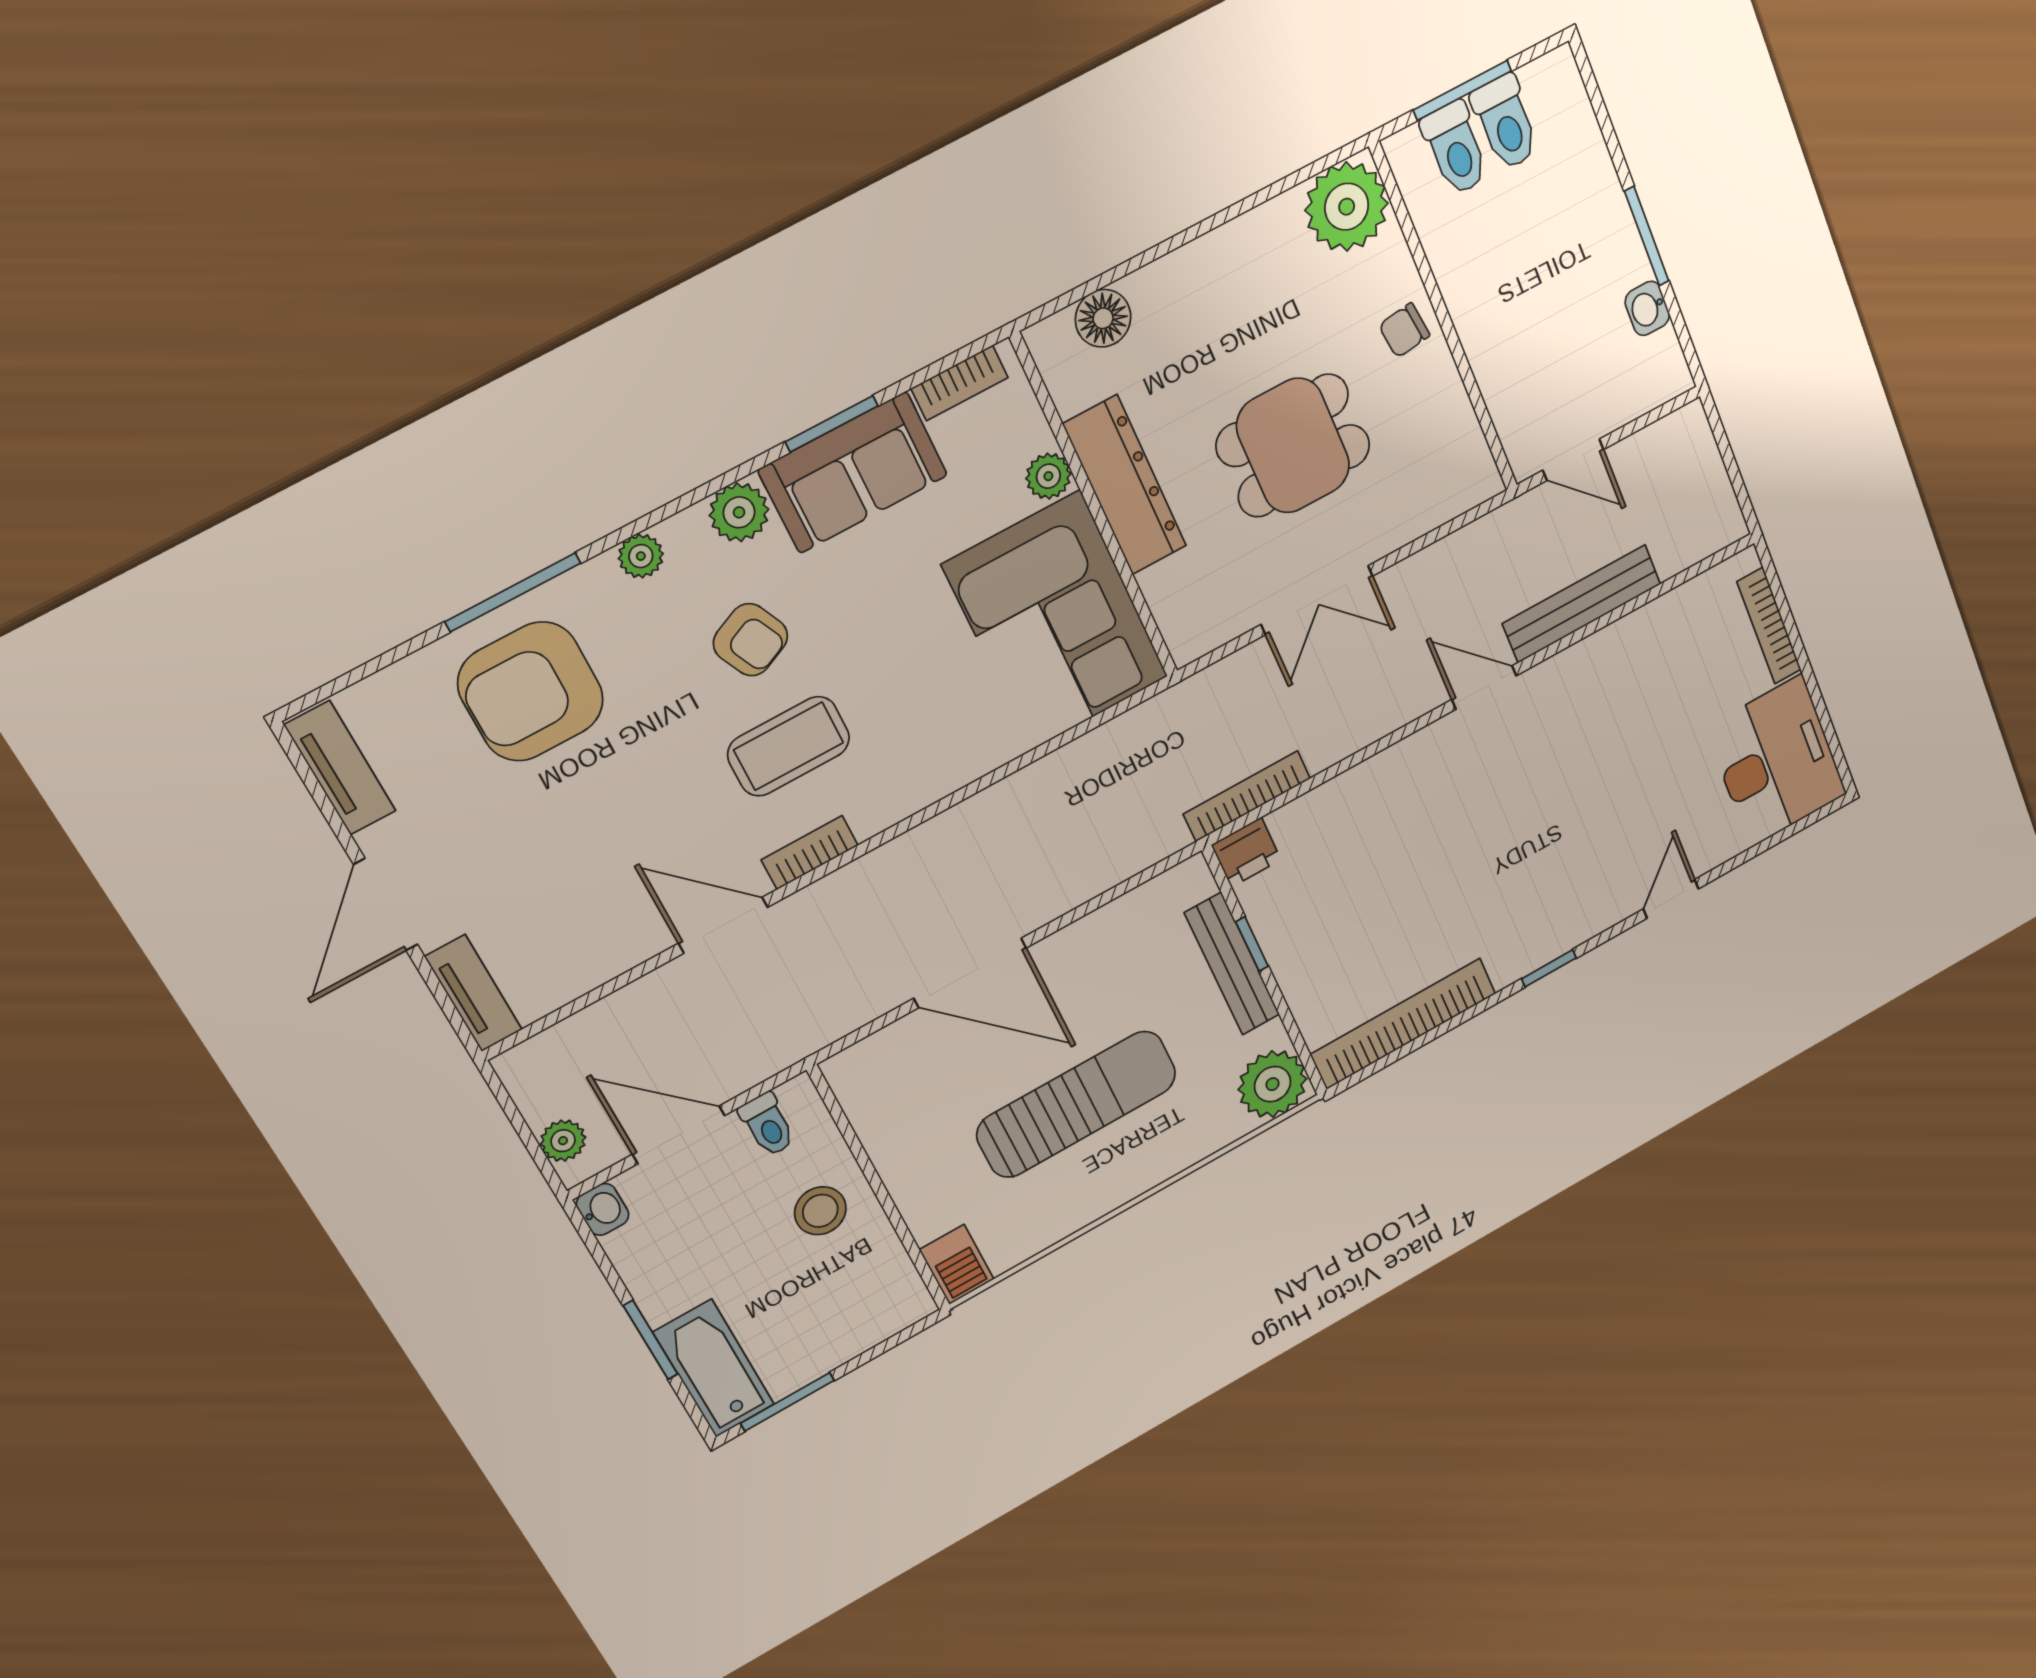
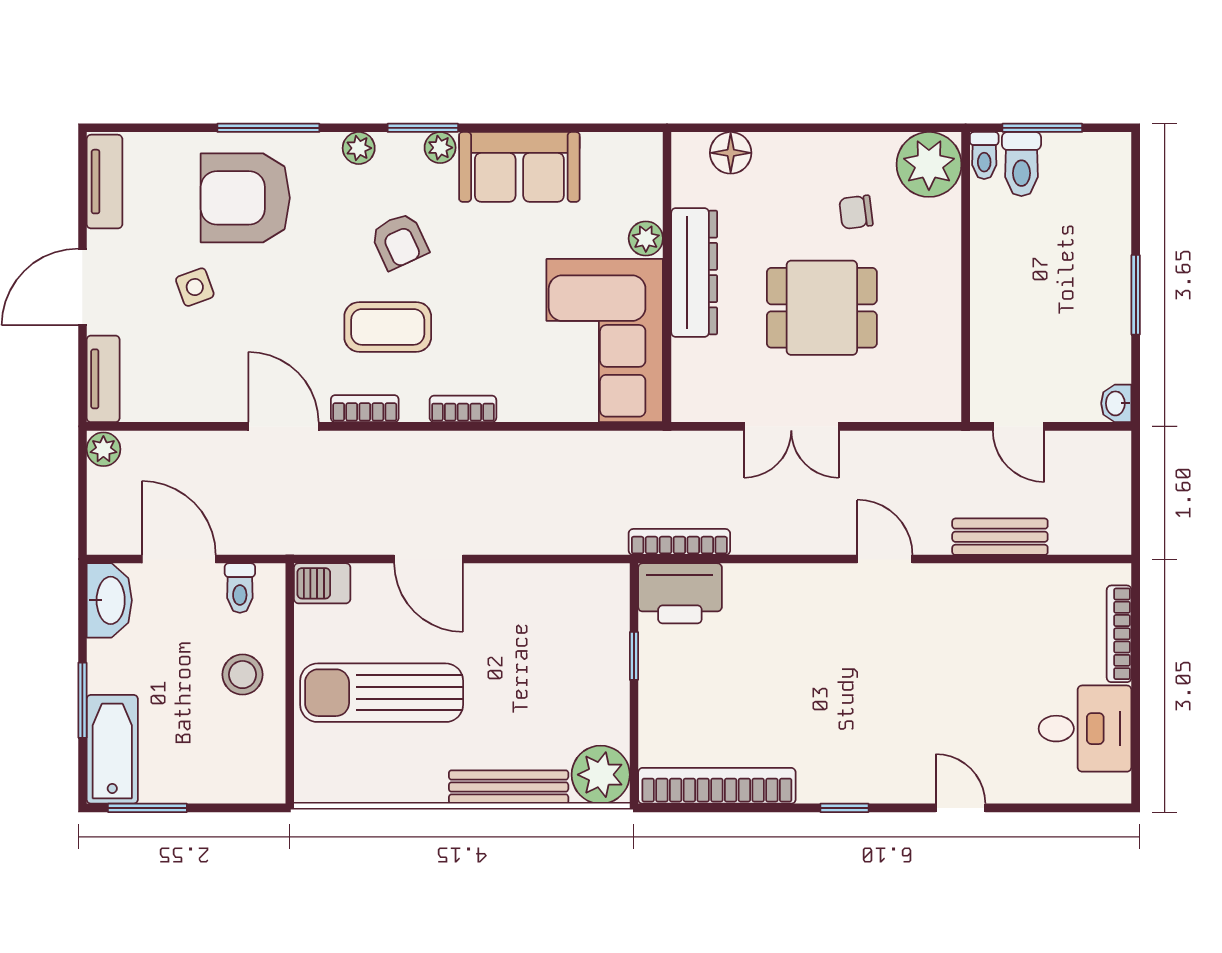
toilet: (1505, 122) -> (984, 156), moved, width x0.73, depth x0.72
washbasin: (1647, 308) -> (1116, 403), moved
chair: (1404, 330) -> (856, 212), moved
bookcase: (960, 383) -> (463, 409), moved, turned 180
window: (832, 424) -> (423, 128), moved
plant: (739, 512) -> (440, 148), width x0.73, depth x0.73
bench: (1582, 604) -> (1000, 537), width x0.73
desk: (1776, 761) -> (1085, 729), width x0.73
side table: (527, 829) -> (195, 287), added
printer: (1246, 852) -> (680, 593), width x1.87, depth x1.48
door: (1671, 899) -> (960, 808), hinge flipped
bench: (1232, 964) -> (509, 787), moved, turned 90
door: (970, 973) -> (429, 559), width x0.73
sun lounger: (1077, 1104) -> (382, 693), moved, turned 180
plant: (563, 1141) -> (103, 449), moved
washbasin: (603, 1209) -> (109, 600), width x1.91, depth x1.45
barbecue: (957, 1264) -> (322, 583), moved, turned 90

